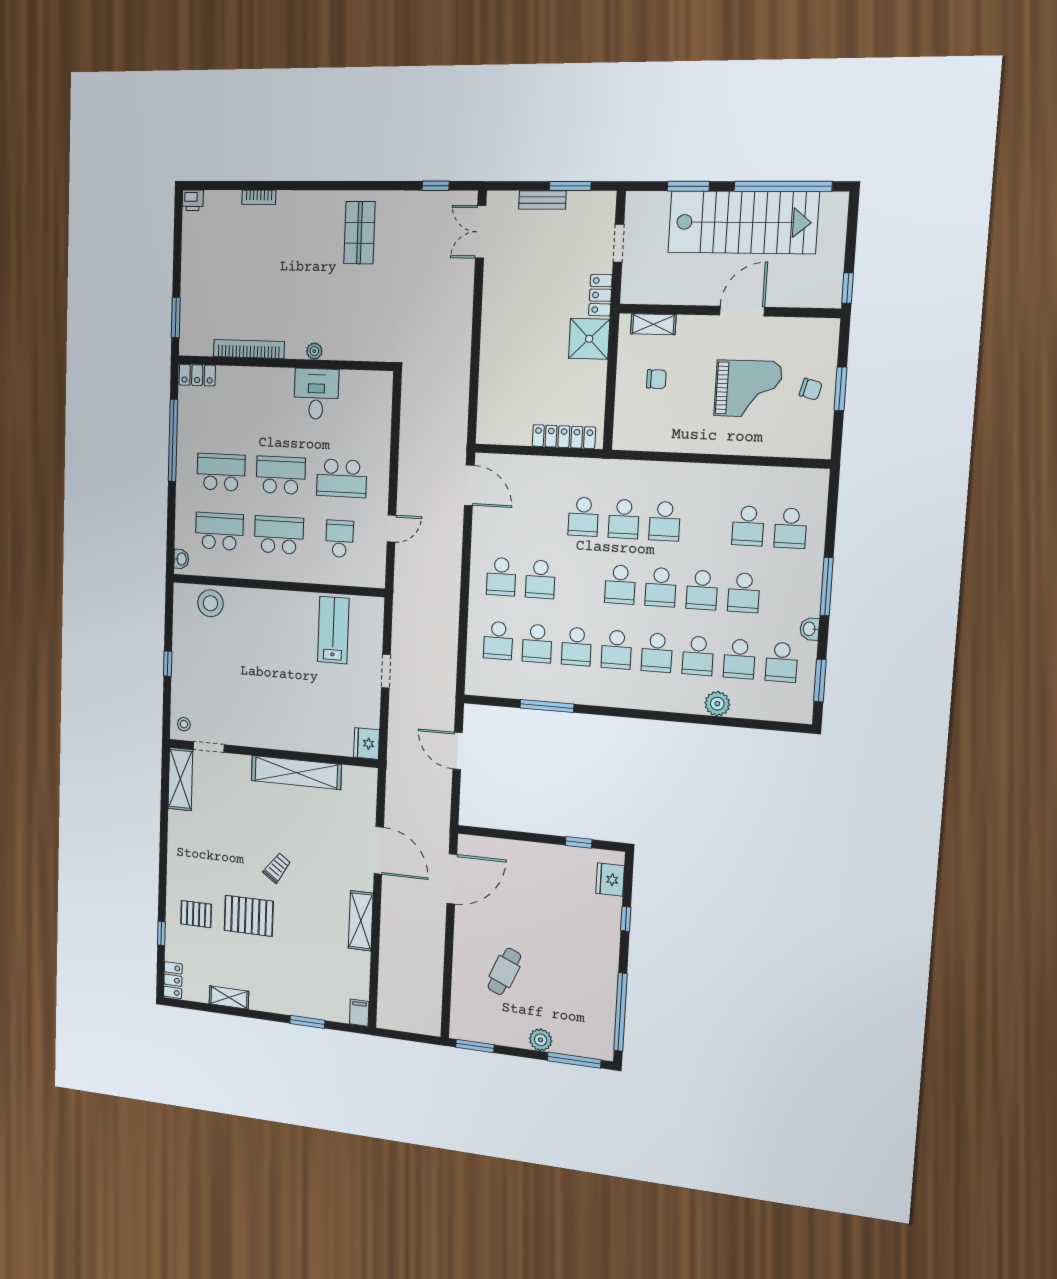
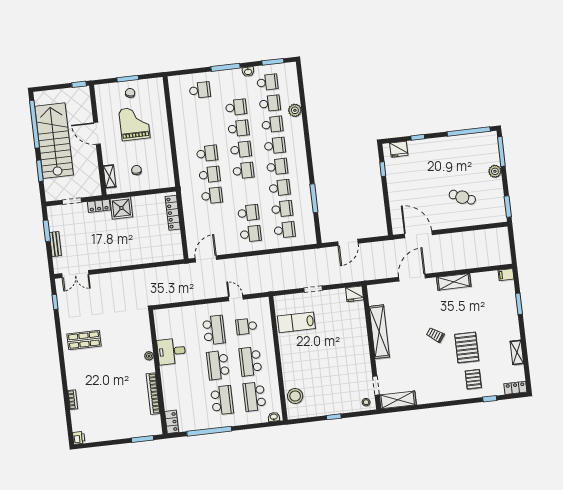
school desk: (221, 472) -> (222, 400), turned 180
school desk: (748, 526) -> (202, 111), removed

